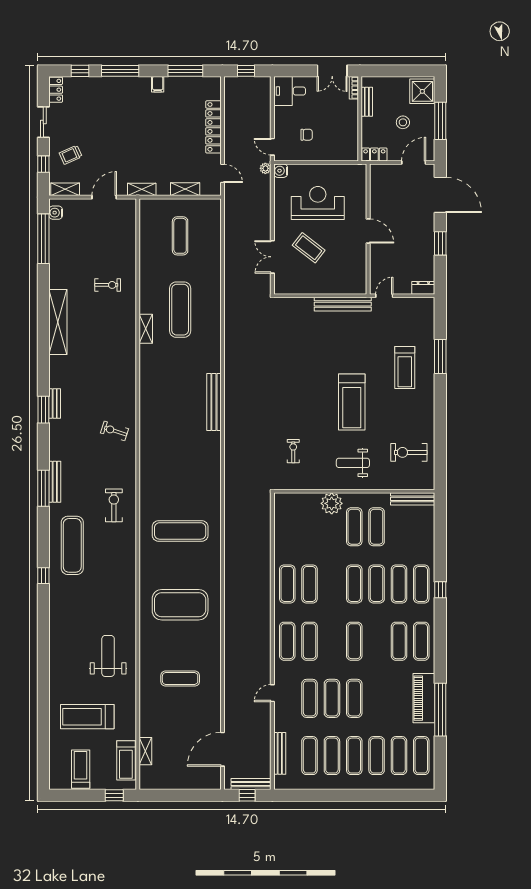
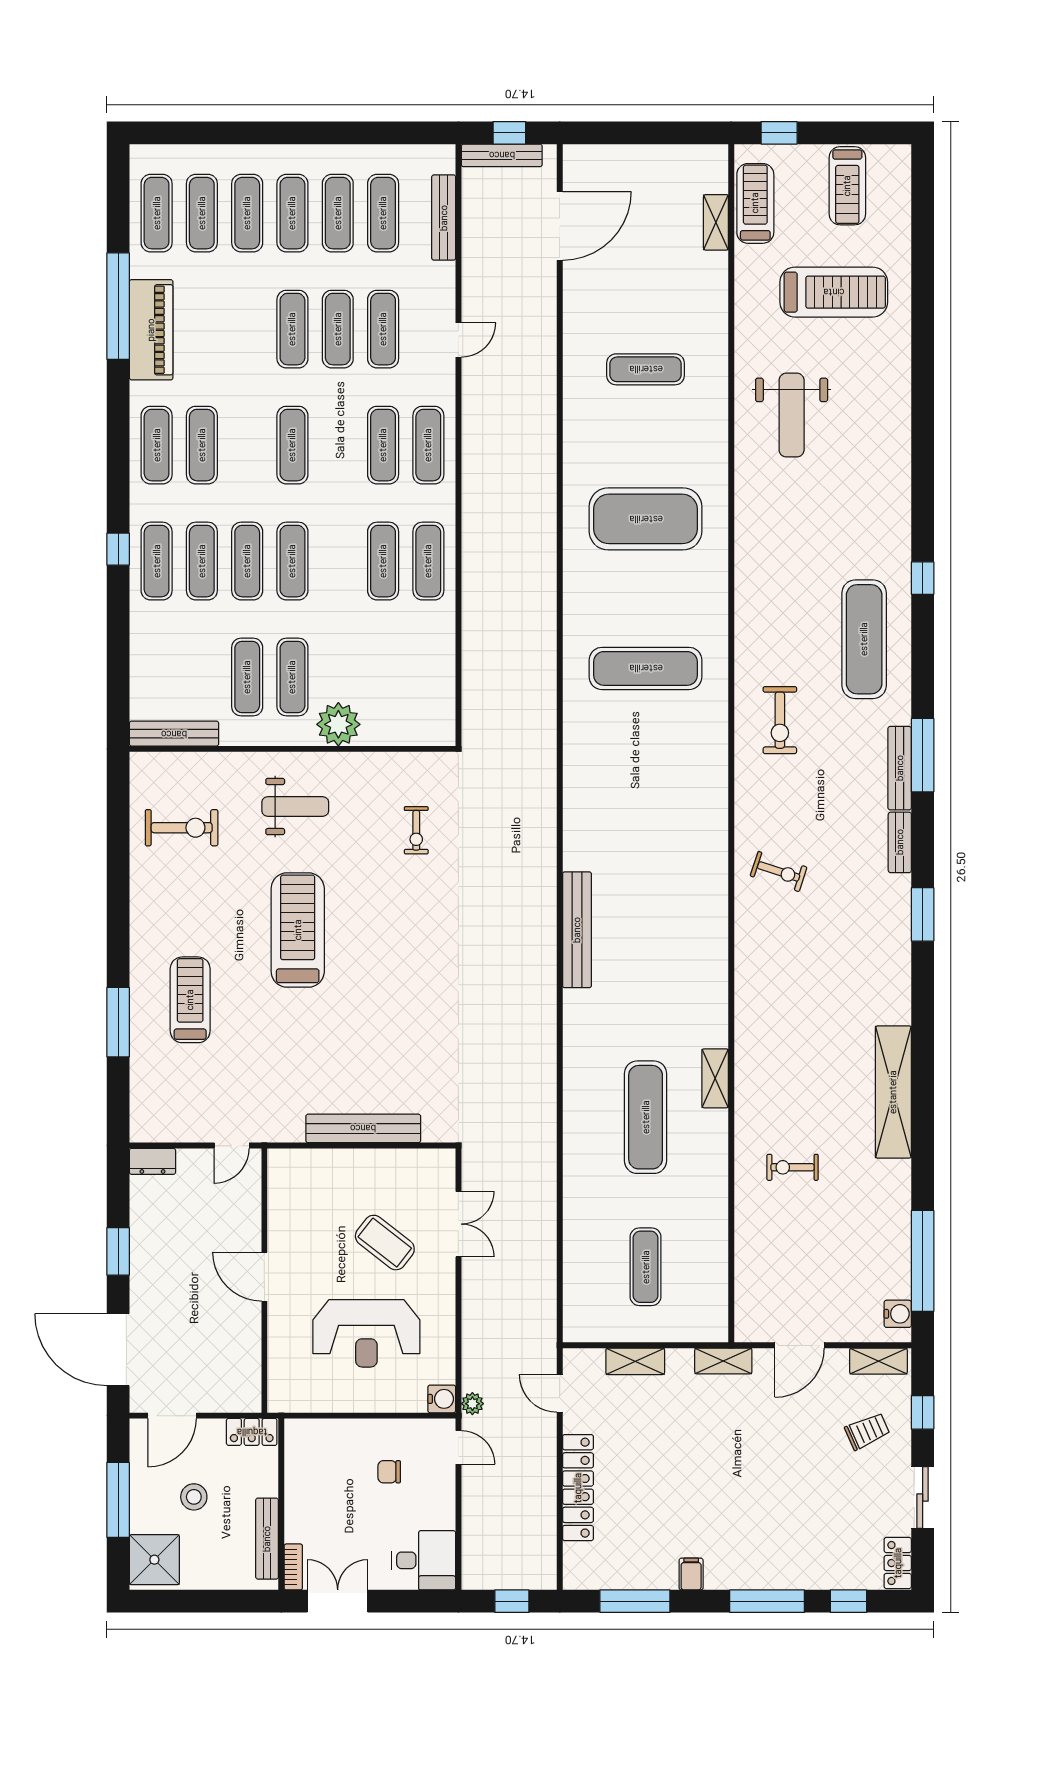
bench: (367, 102) -> (267, 1539), width x1.36
bench: (343, 304) -> (363, 1128), moved
bench: (55, 404) -> (900, 842), moved

